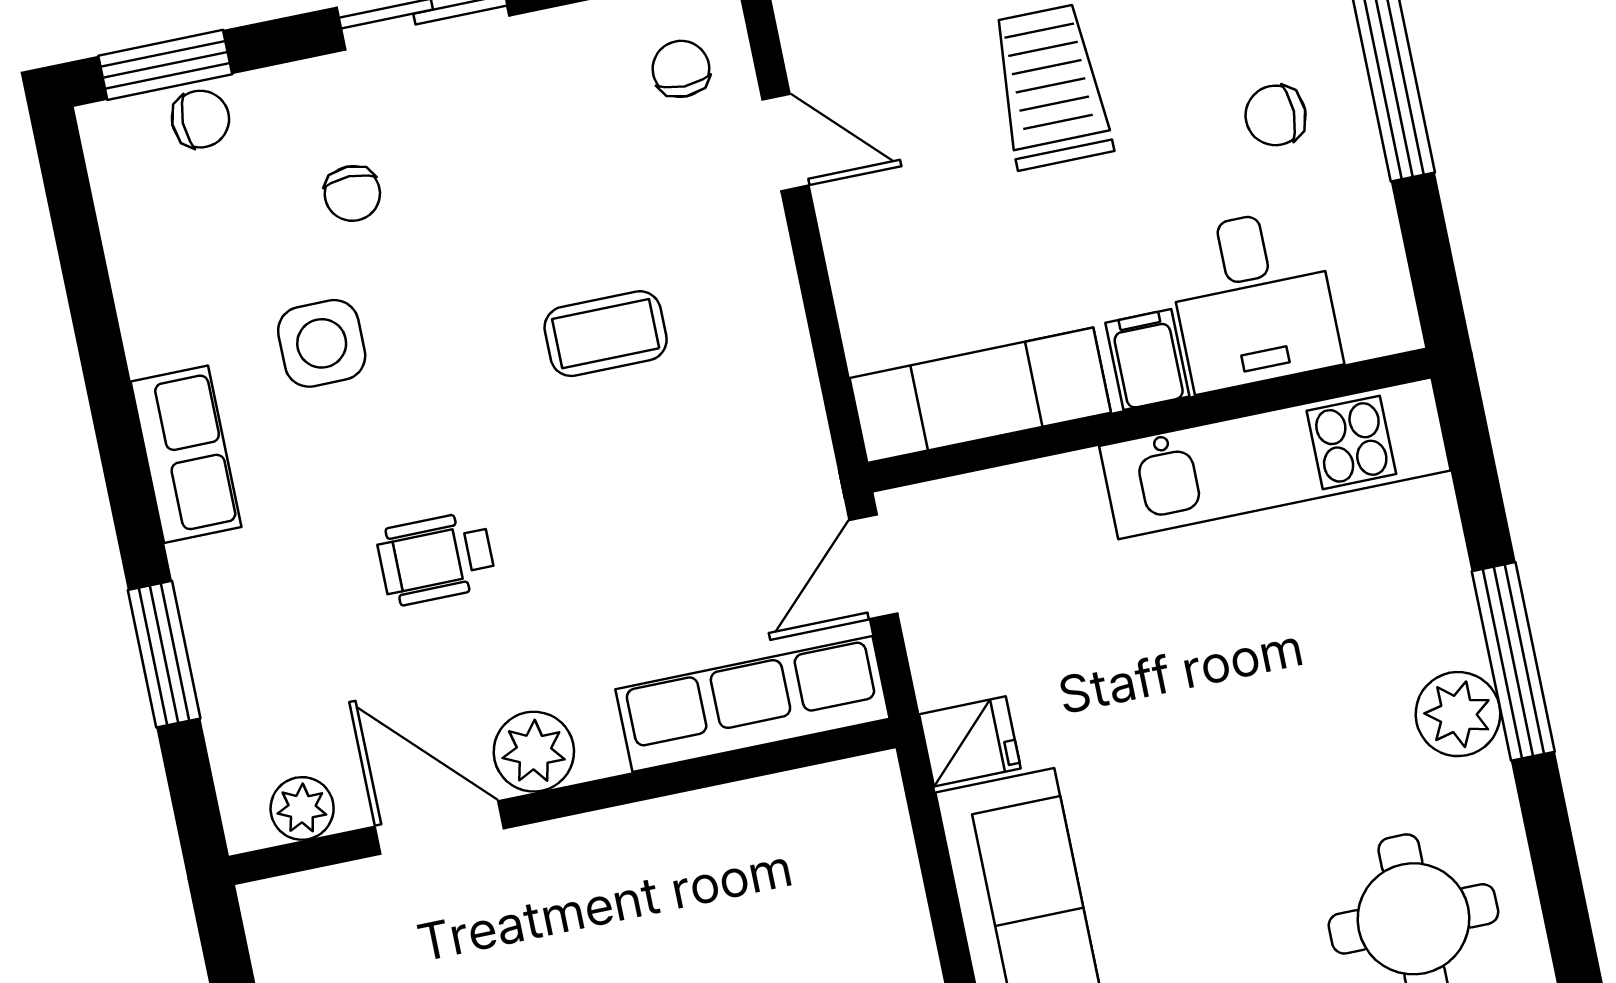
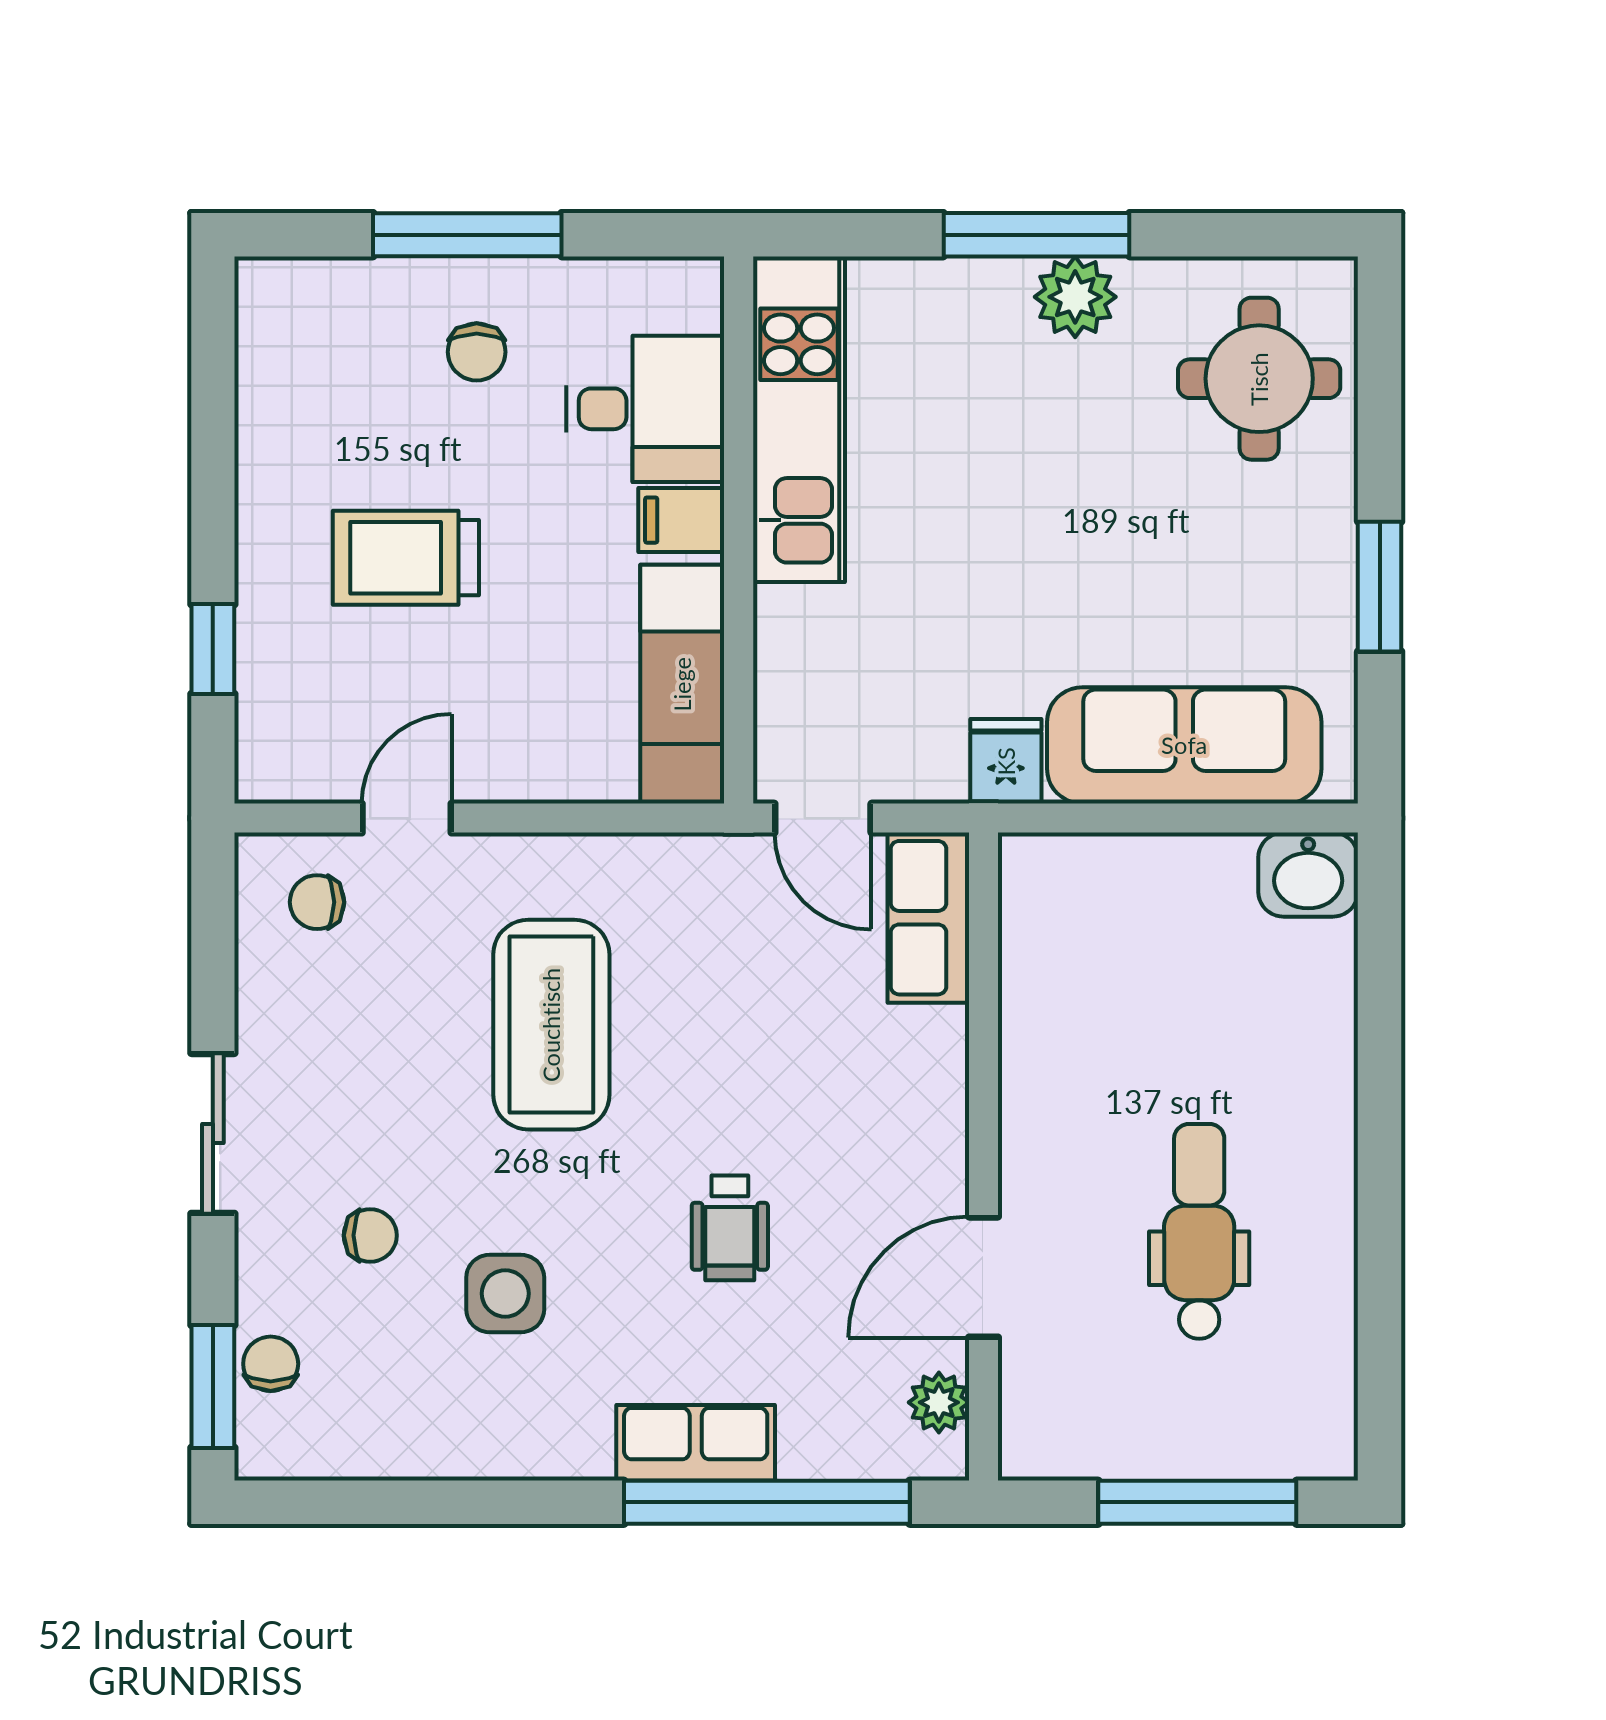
coffee table: (606, 334) -> (551, 1025), width x1.86, depth x1.72
row of seats: (186, 454) -> (696, 1443), moved
window: (164, 654) -> (767, 1502), width x2.11
row of seats: (753, 704) -> (928, 918), width x0.68
plant: (534, 752) -> (931, 1173), removed

